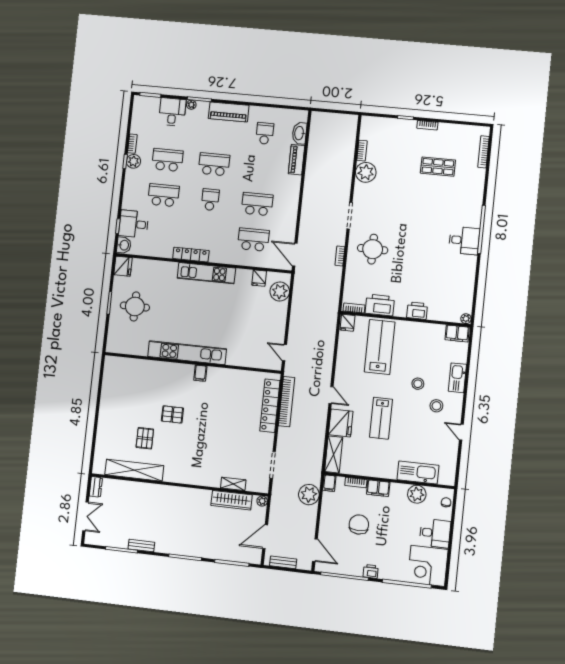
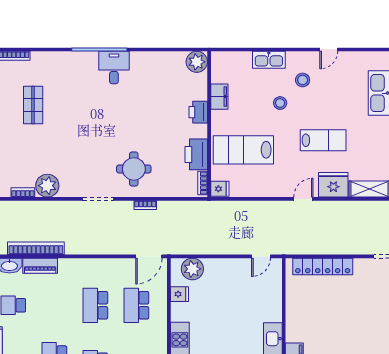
plant: (466, 319) -> (197, 62), width x1.88, depth x1.88
filing cabinet: (457, 333) -> (219, 97), moved
bookcase: (287, 402) -> (36, 248), moved

